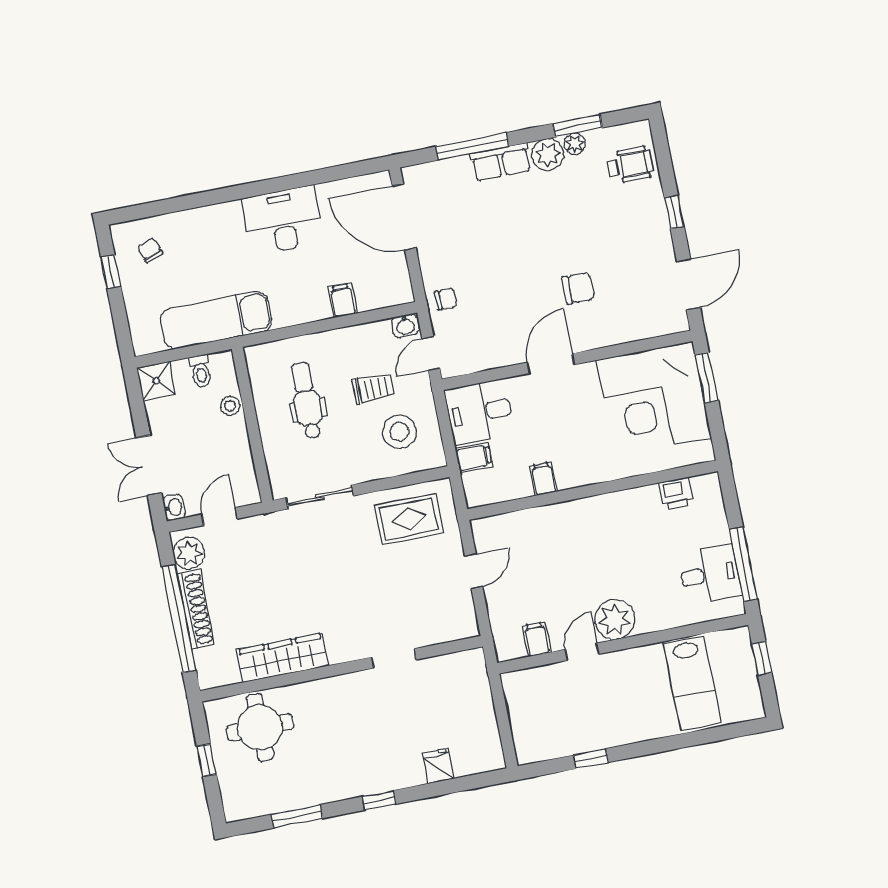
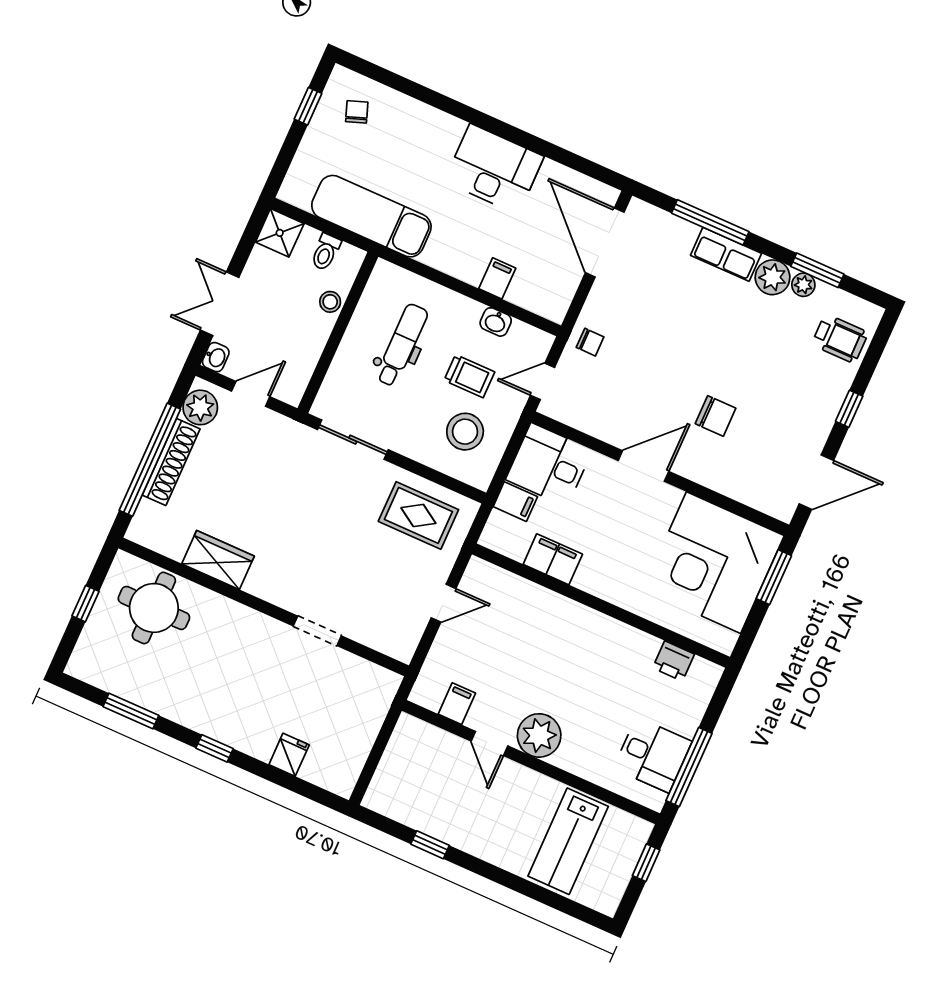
washbasin: (405, 326) -> (496, 322), moved
filing cabinet: (543, 479) -> (553, 559), width x2.00
door: (582, 652) -> (490, 744), swing flipped
wardrobe: (283, 658) -> (218, 560), width x0.67

